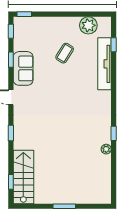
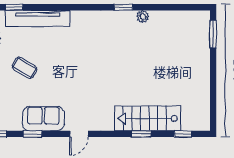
window: (11, 133) -> (141, 134), moved
stairs: (23, 177) -> (148, 118), moved
window: (64, 206) -> (213, 34), moved

